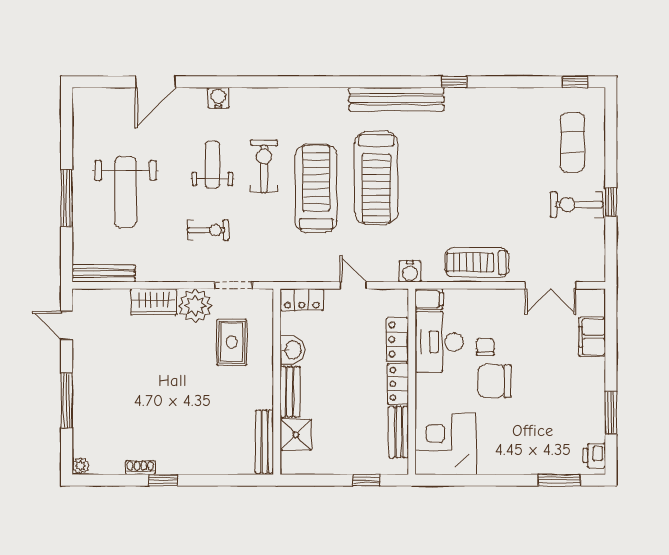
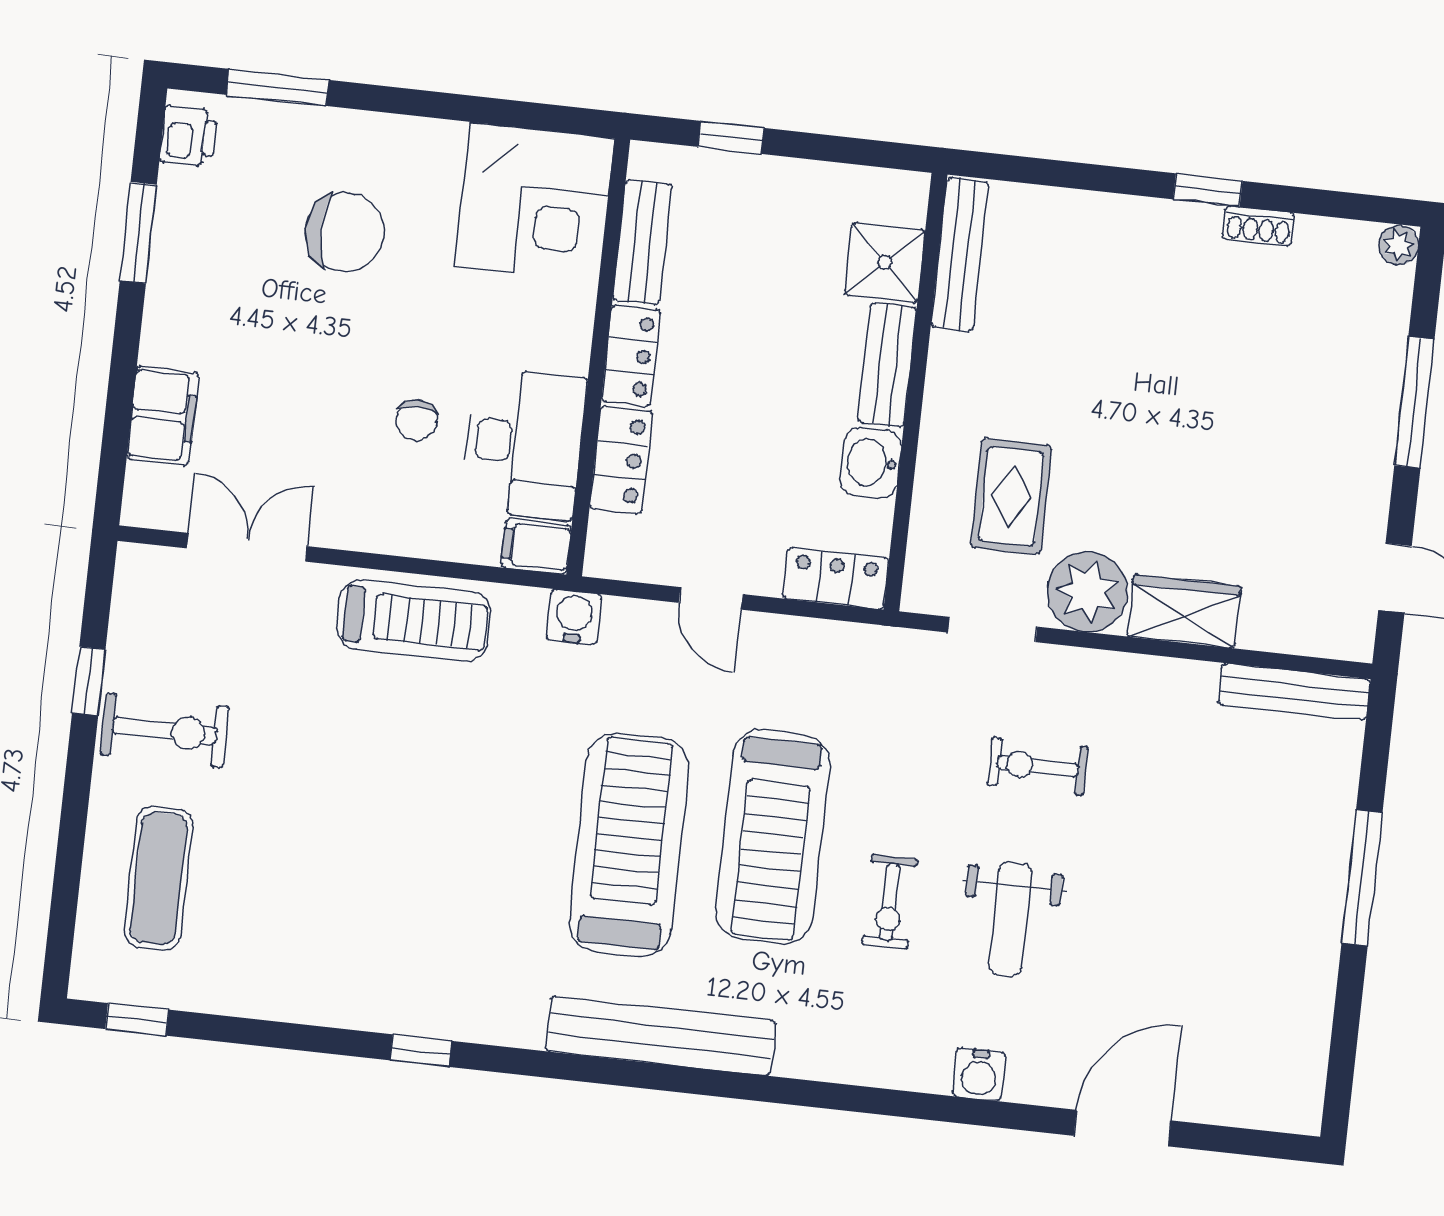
bench: (396, 99) -> (660, 1036), moved
exercise bike: (264, 166) -> (890, 902), width x0.73, depth x0.72
weight bench: (125, 192) -> (1222, 878), removed
window: (611, 202) -> (89, 681), moved
chair: (494, 381) -> (345, 232), moved

